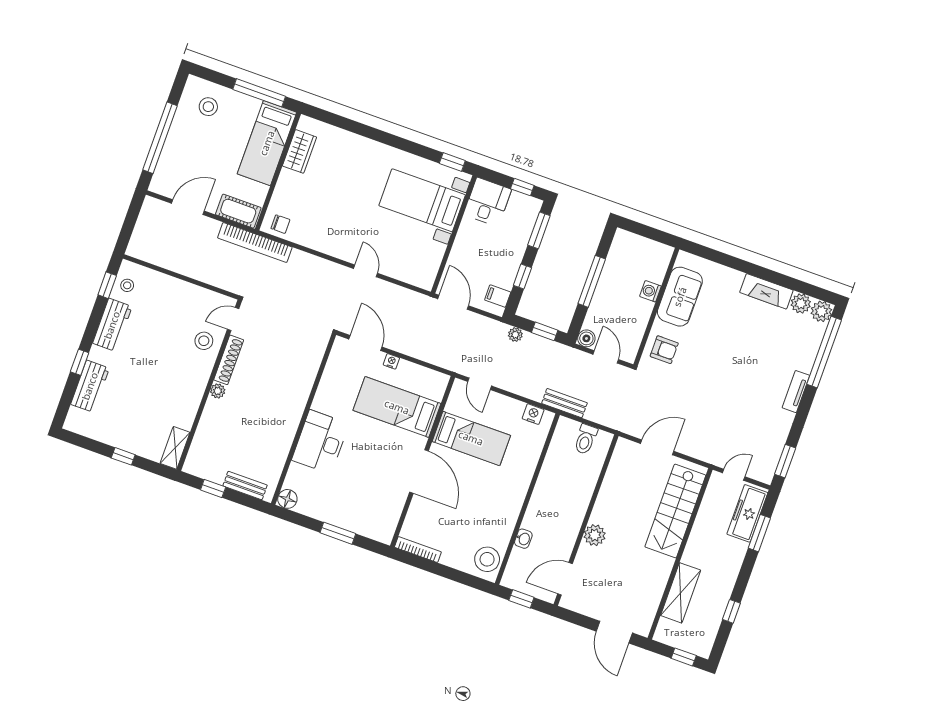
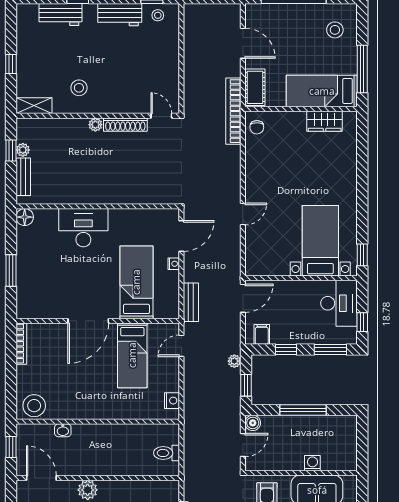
desk: (488, 202) -> (339, 303), width x1.37
stool: (204, 341) -> (79, 88), moved
bench: (564, 403) -> (191, 302), moved
plant: (217, 476) -> (23, 150), added

